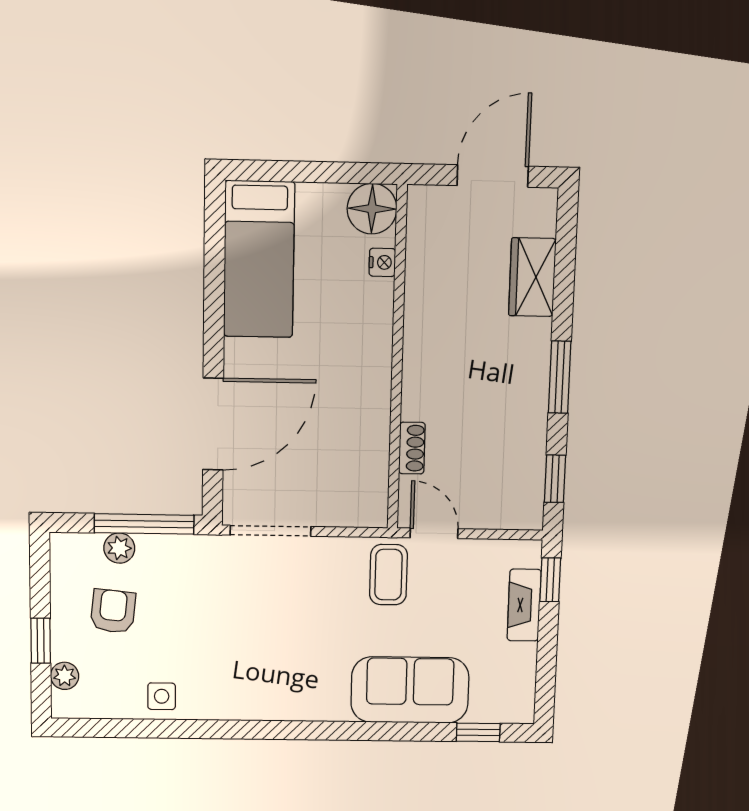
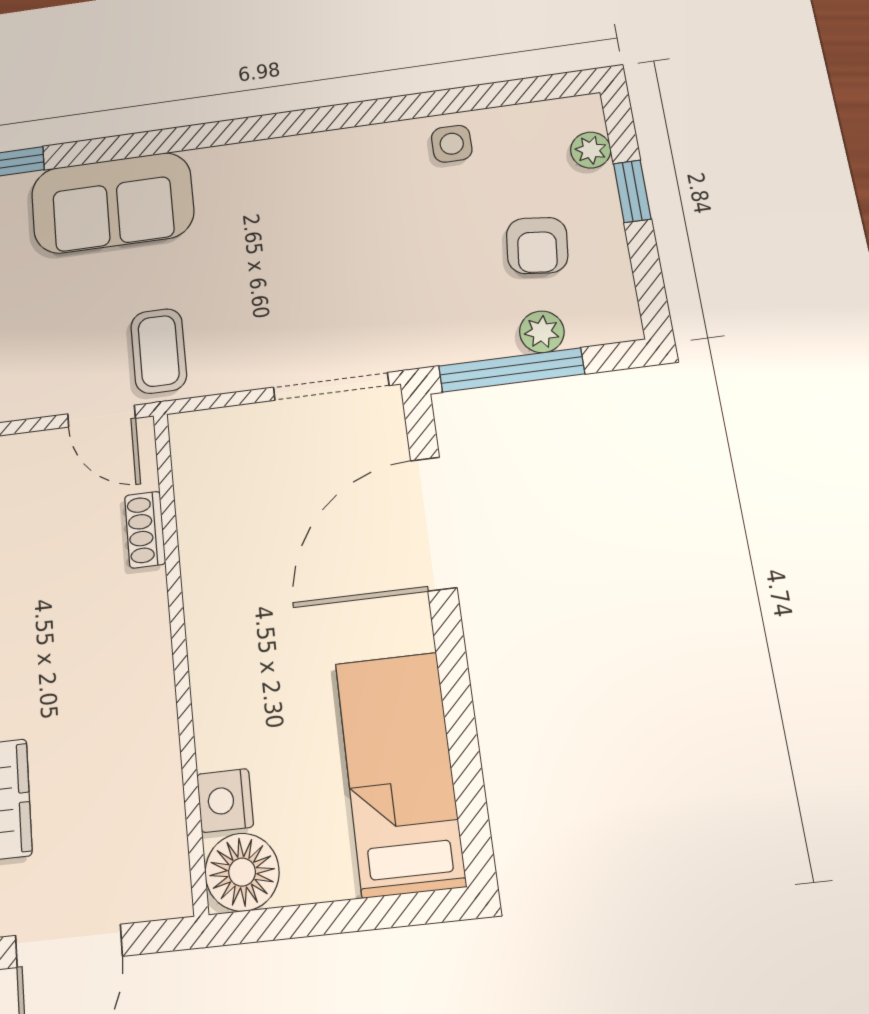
nightstand: (382, 262) -> (225, 800), width x1.39, depth x1.35

